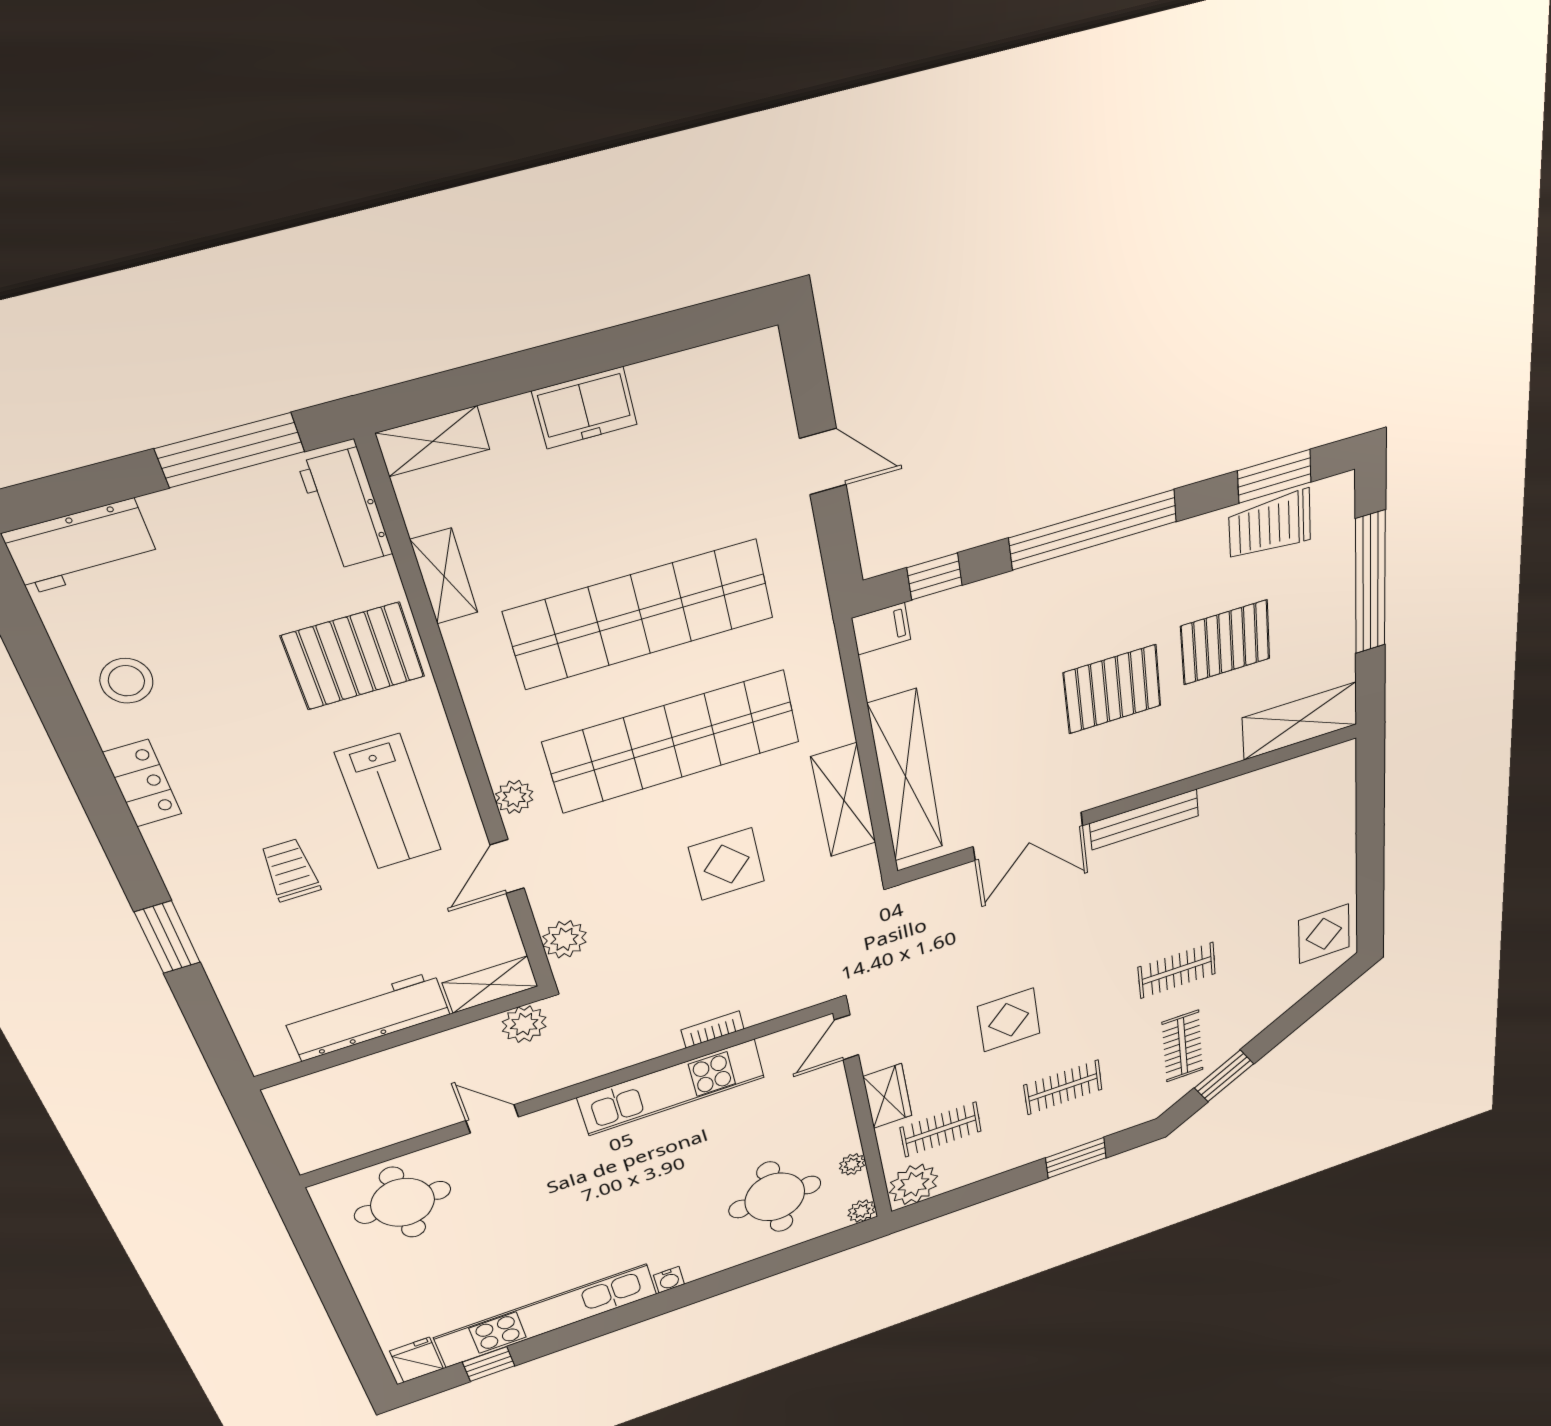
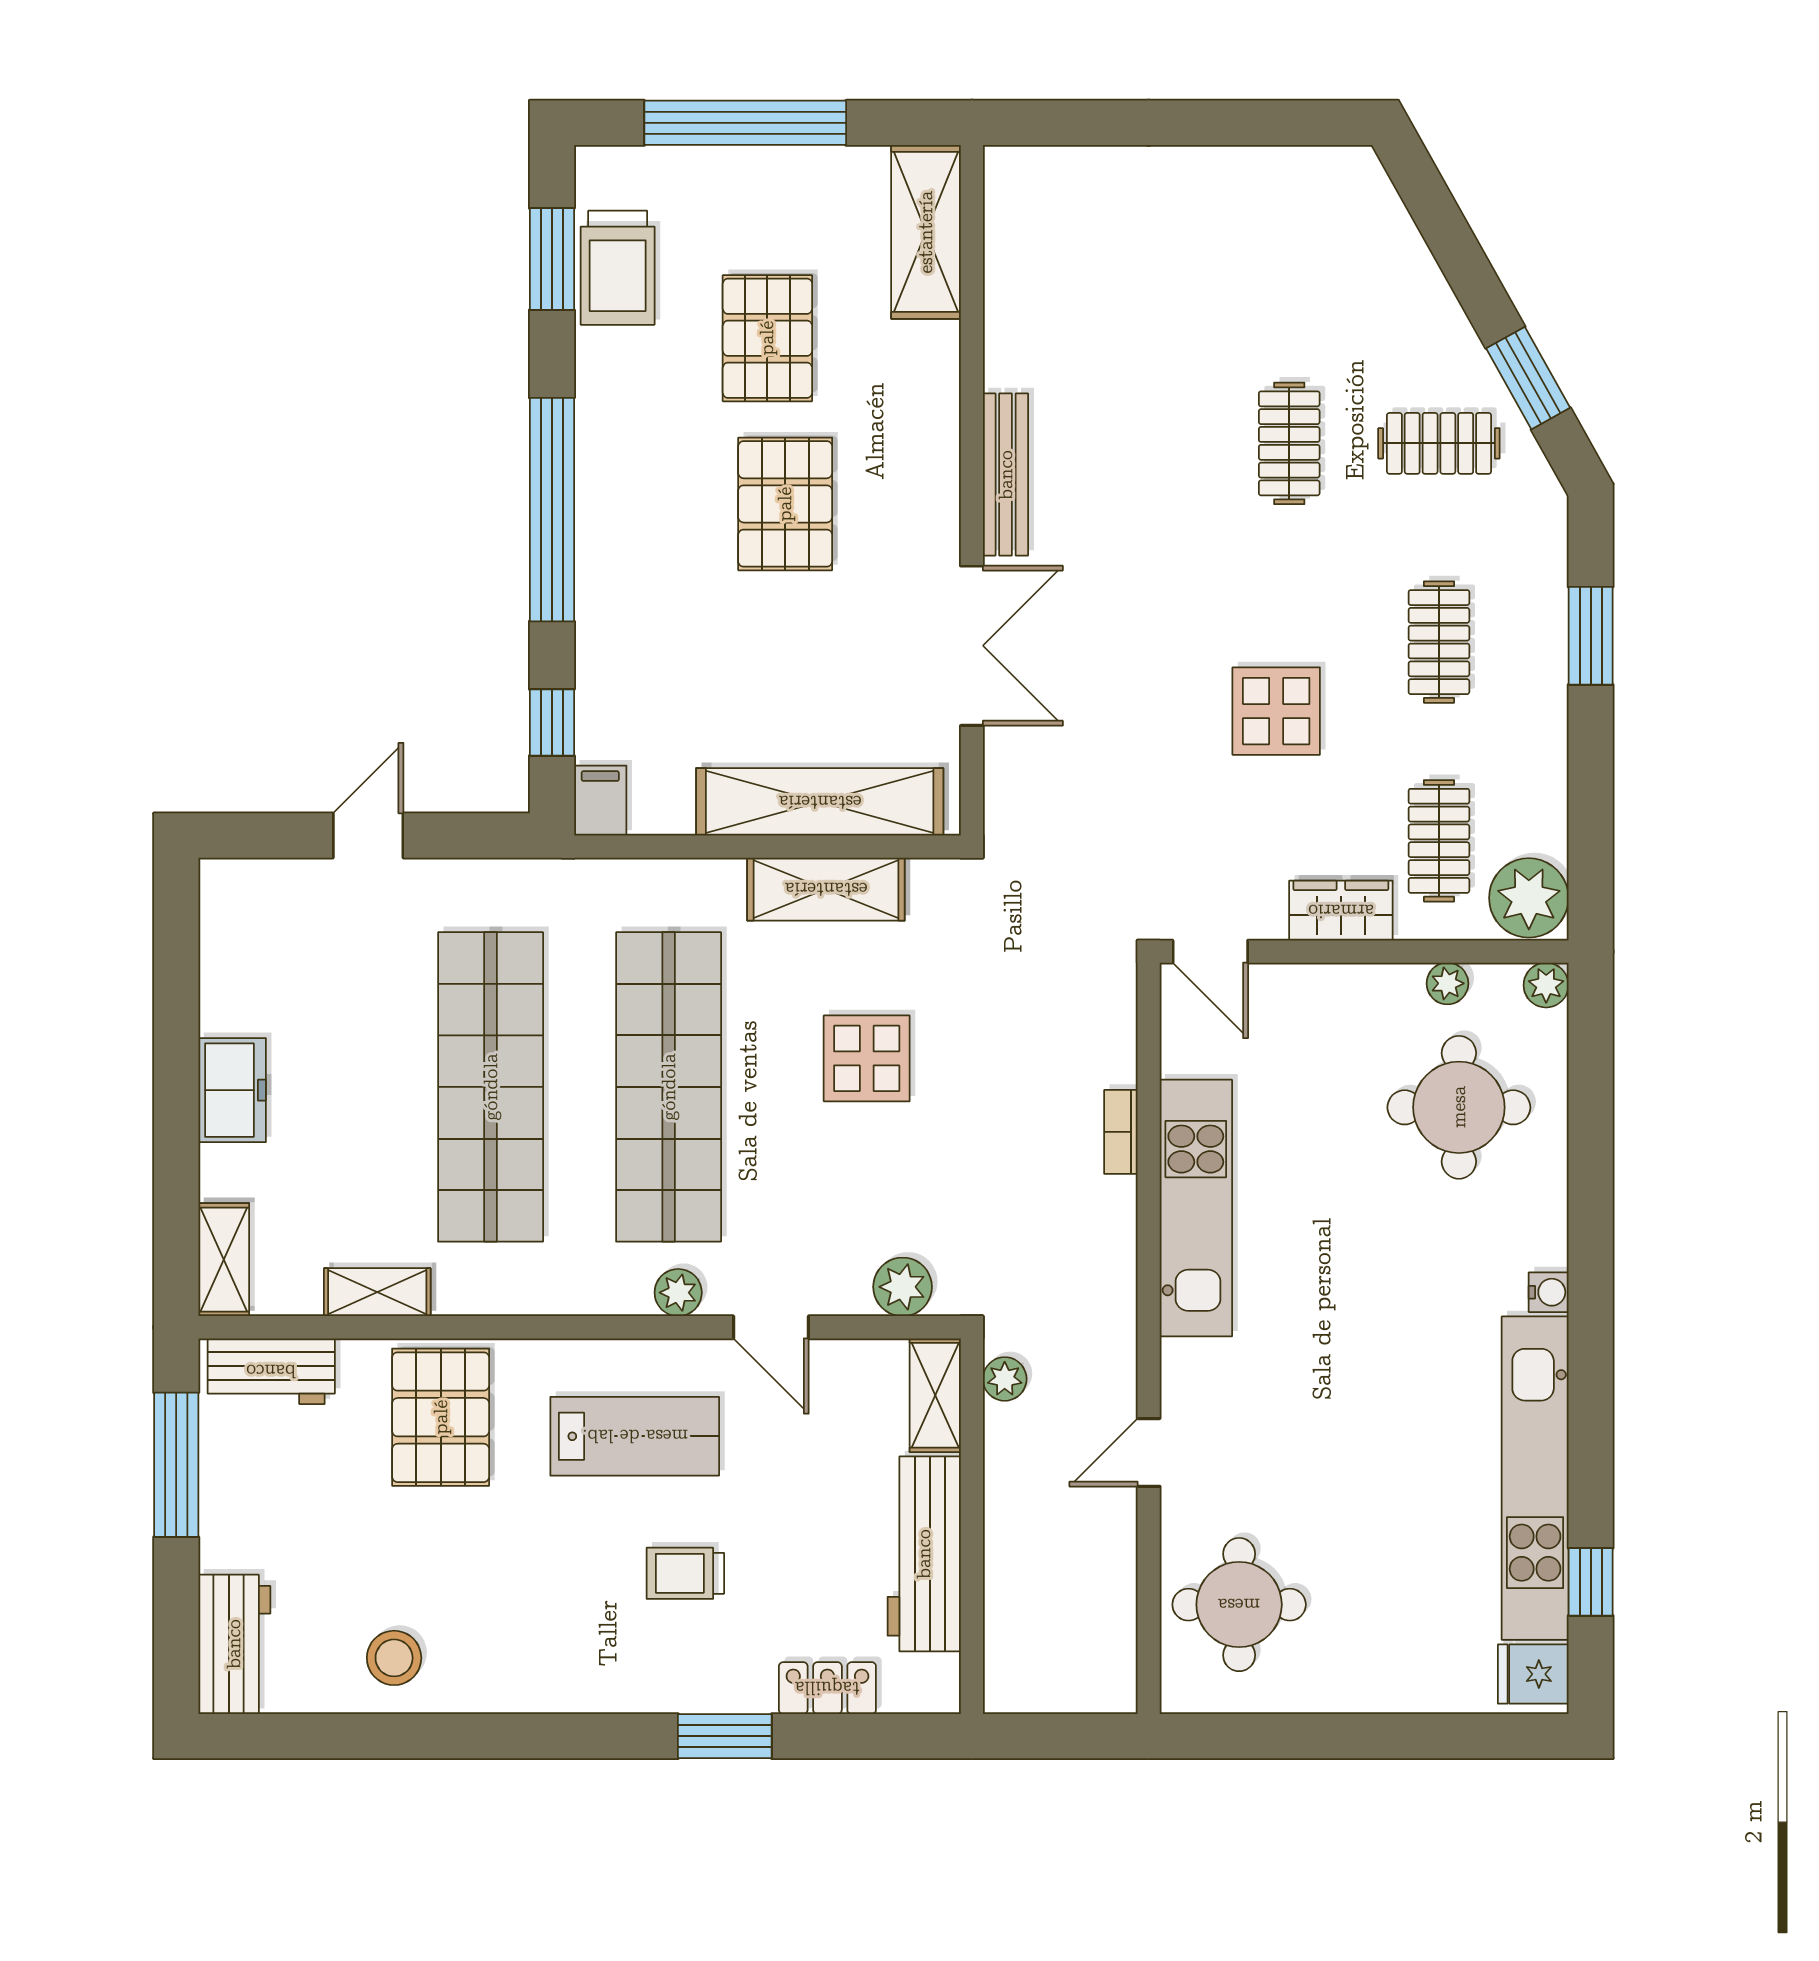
locker: (142, 783) -> (827, 1688), moved
display table: (1324, 934) -> (1314, 201), removed
plant: (524, 1024) -> (1005, 1379), width x0.73, depth x0.73

